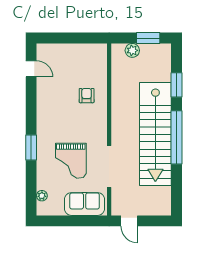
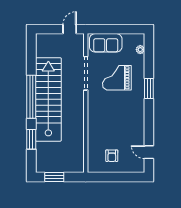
plant: (132, 50) -> (67, 167), removed
armchair: (87, 96) -> (112, 156), moved
grand piano: (71, 161) -> (117, 78), turned -90
door: (129, 221) -> (70, 29), hinge flipped

